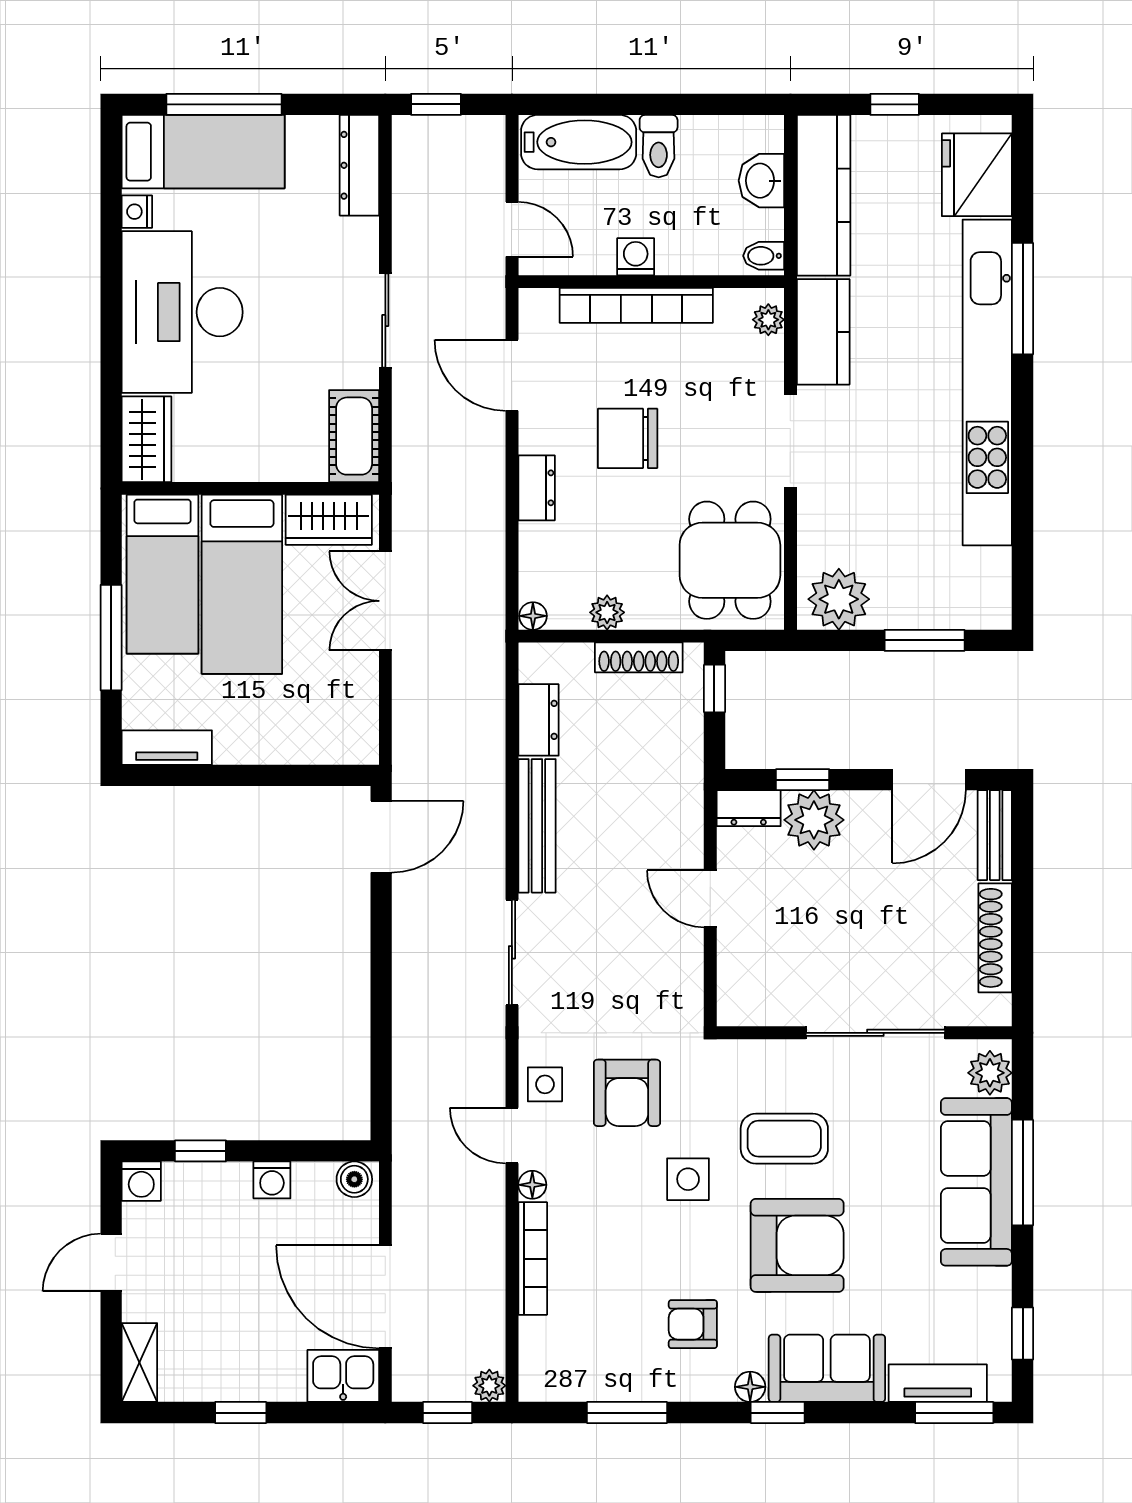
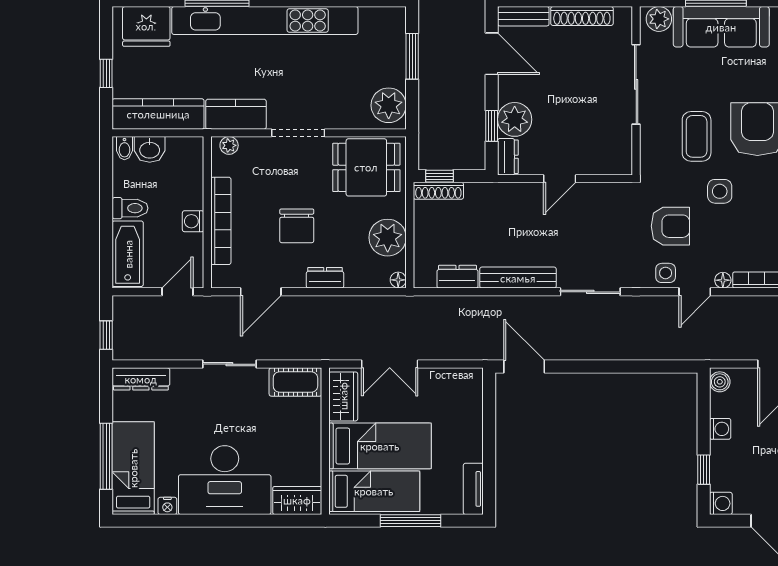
bidet: (764, 256) -> (124, 148), moved
plant: (607, 612) -> (388, 238), width x1.88, depth x1.88
shoe rack: (639, 657) -> (438, 191), moved, turned 90

